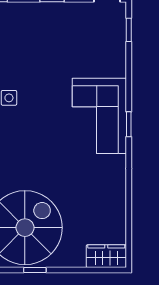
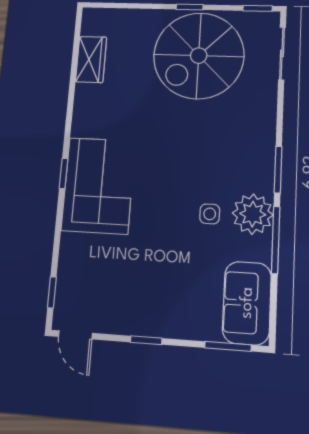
wardrobe: (106, 256) -> (91, 59), moved, turned -90

